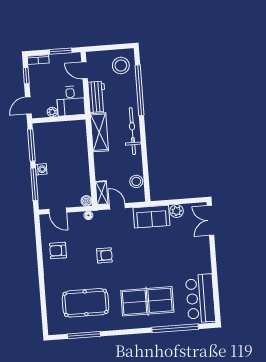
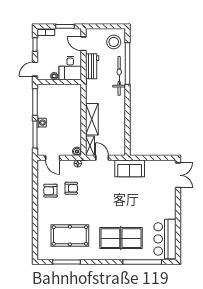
bicycle: (132, 131) -> (119, 76), moved
shelving: (99, 132) -> (92, 119), moved
stool: (136, 181) -> (119, 139), removed
plant: (177, 211) -> (151, 165), removed
double door: (211, 220) -> (178, 175), swing flipped
armchair: (104, 255) -> (71, 188), moved

